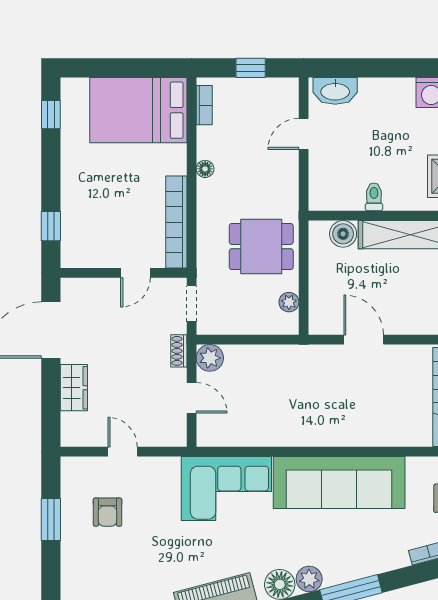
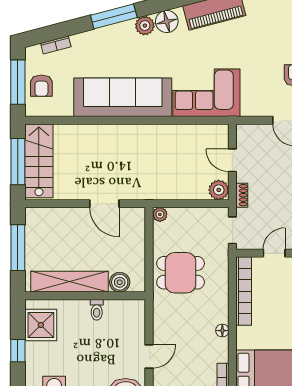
plant: (289, 302) -> (160, 214), moved

